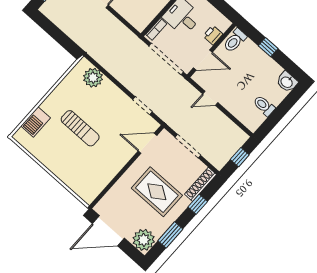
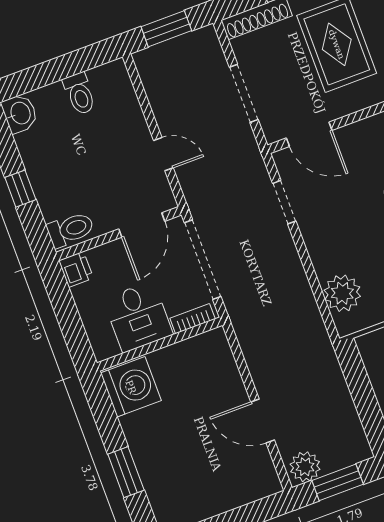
printer: (213, 35) -> (76, 269), moved, turned -90
door: (203, 60) -> (142, 225), swing flipped
window: (240, 157) -> (166, 29), width x1.50

